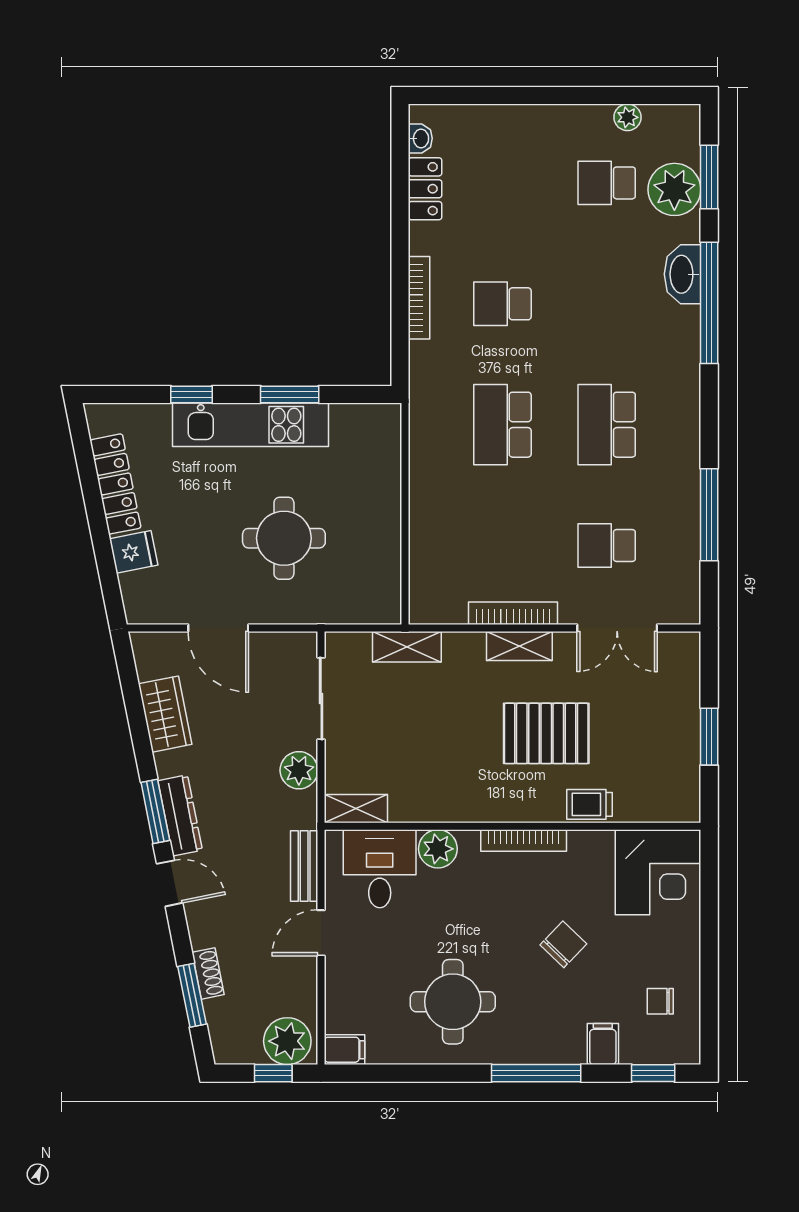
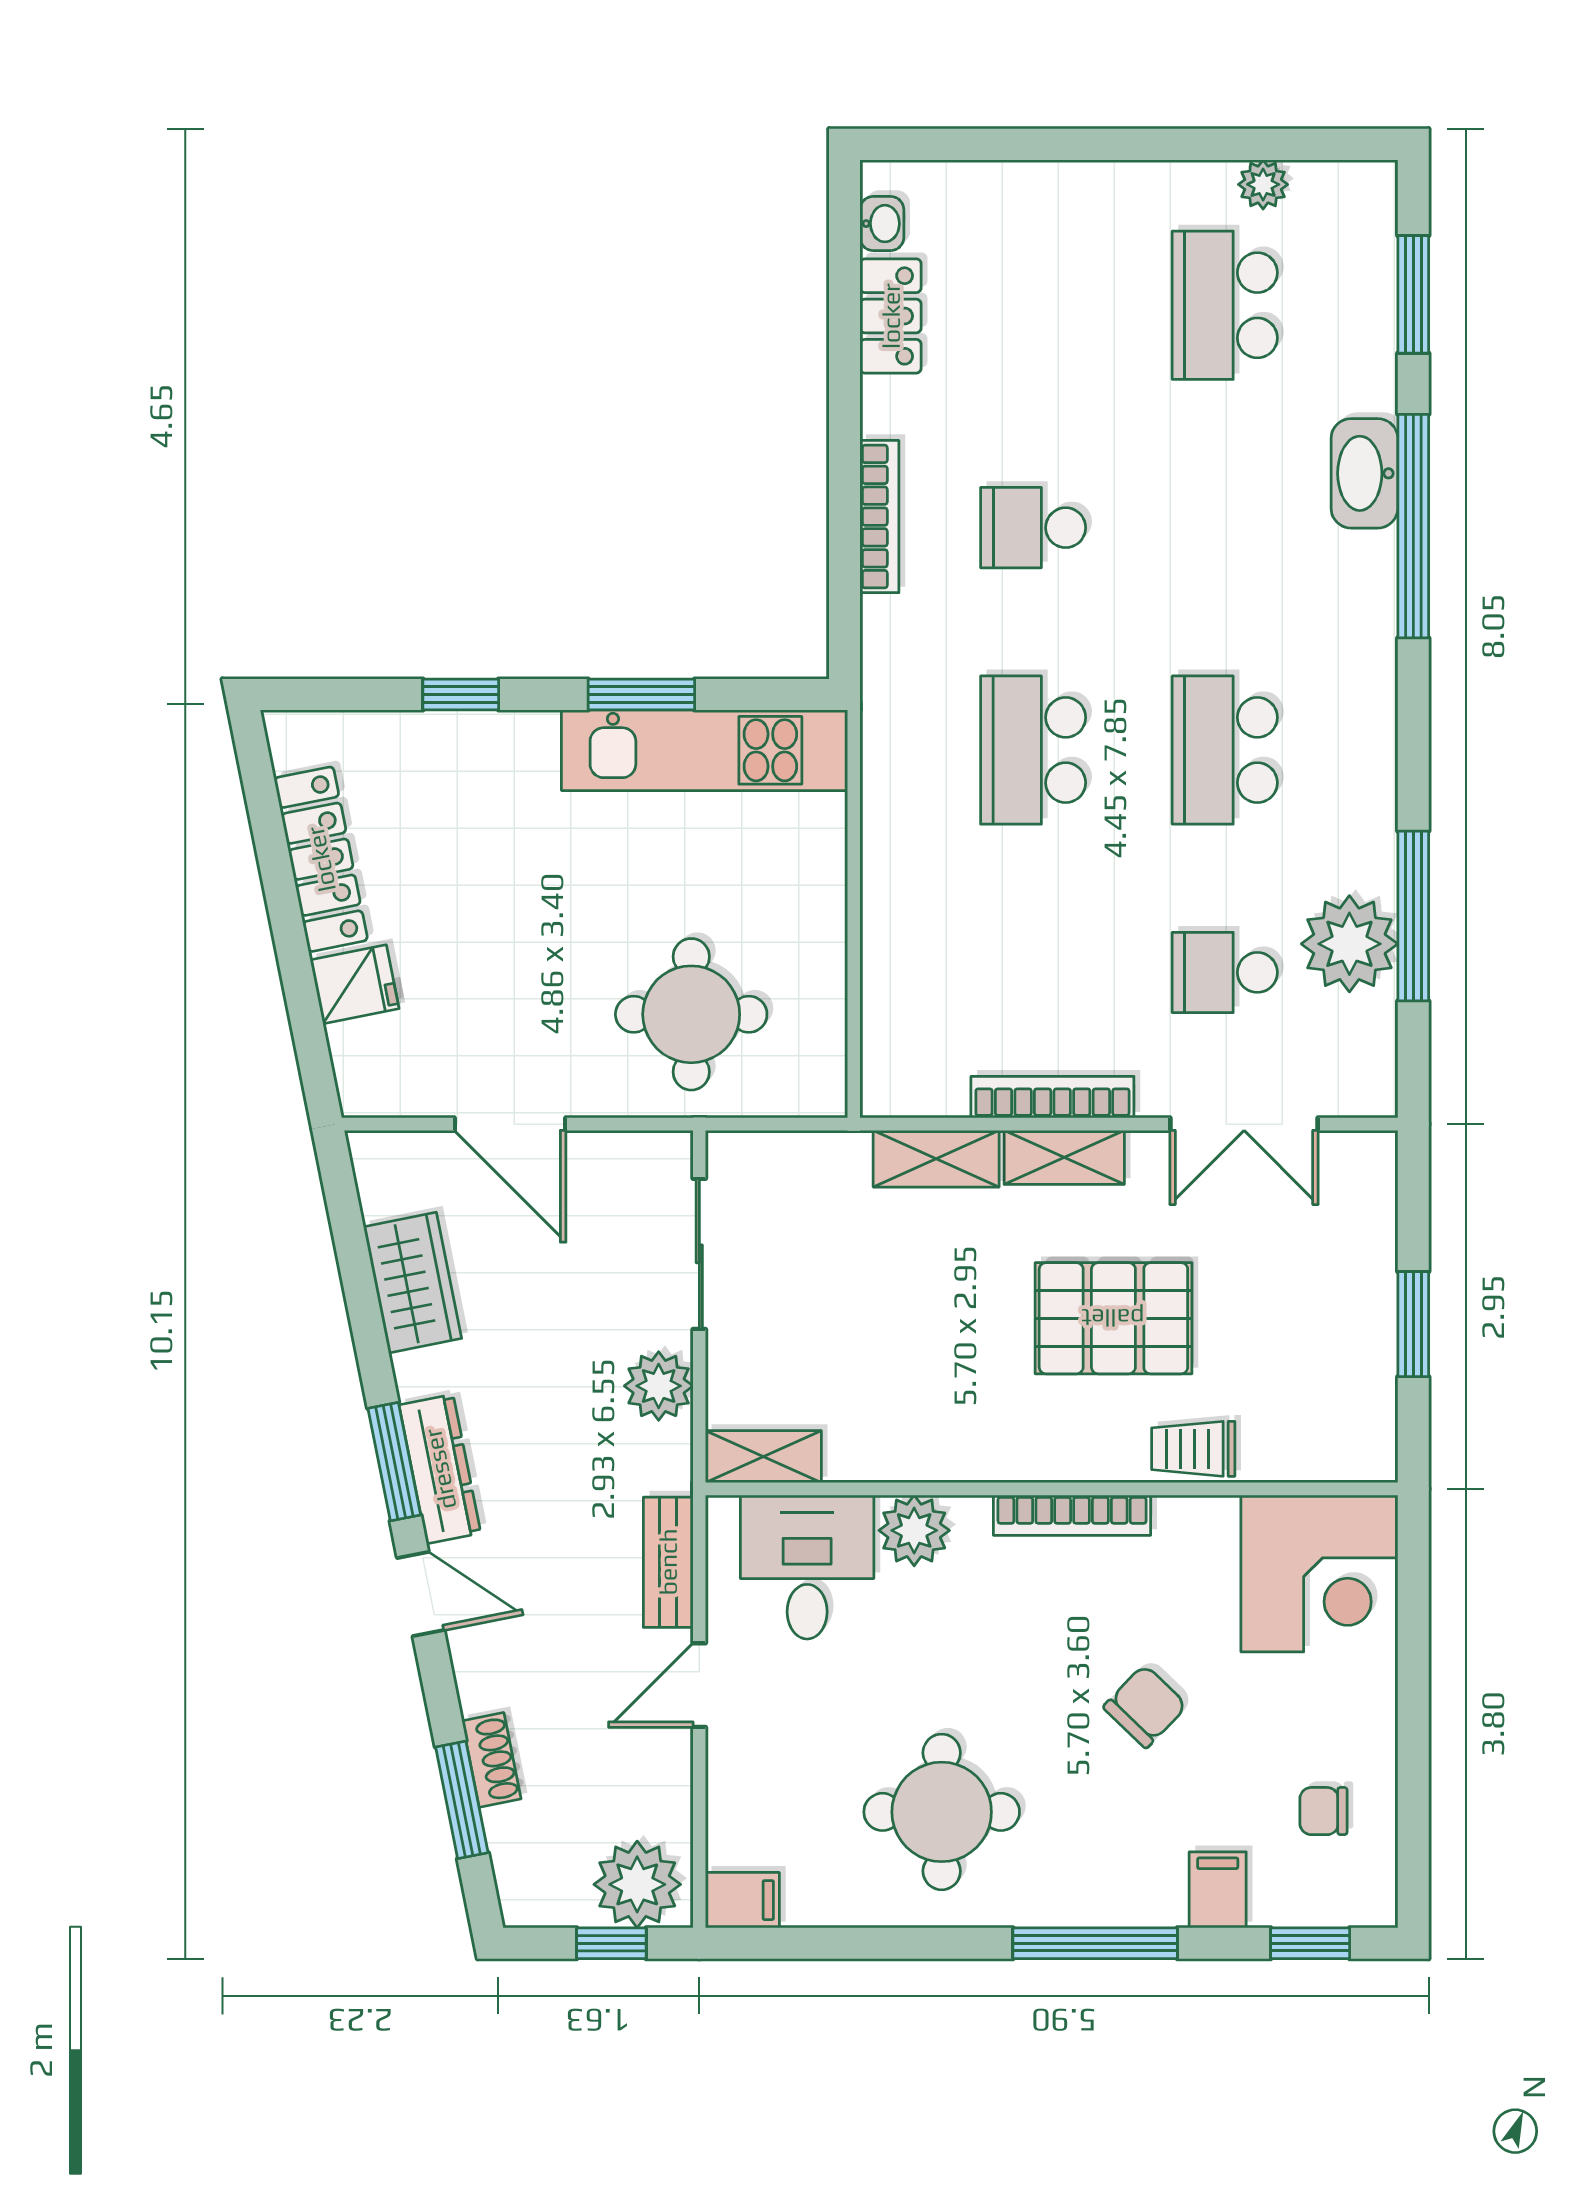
school desk: (607, 183) -> (1225, 305), width x1.85
plant: (674, 189) -> (1349, 944), moved
kitchen unit: (251, 425) -> (705, 750), moved
round table: (284, 538) -> (691, 1014), moved
shelving: (407, 647) -> (936, 1159), moved

